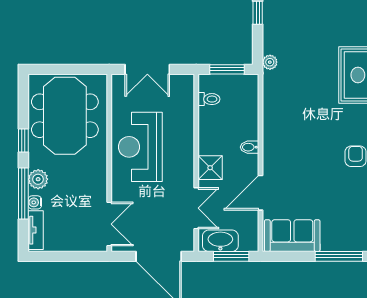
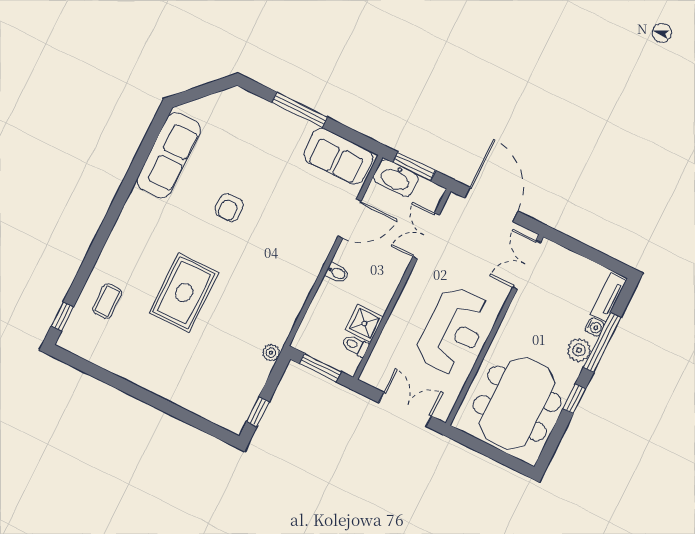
shower: (210, 168) -> (364, 323), moved
washbasin: (220, 241) -> (396, 178), moved

